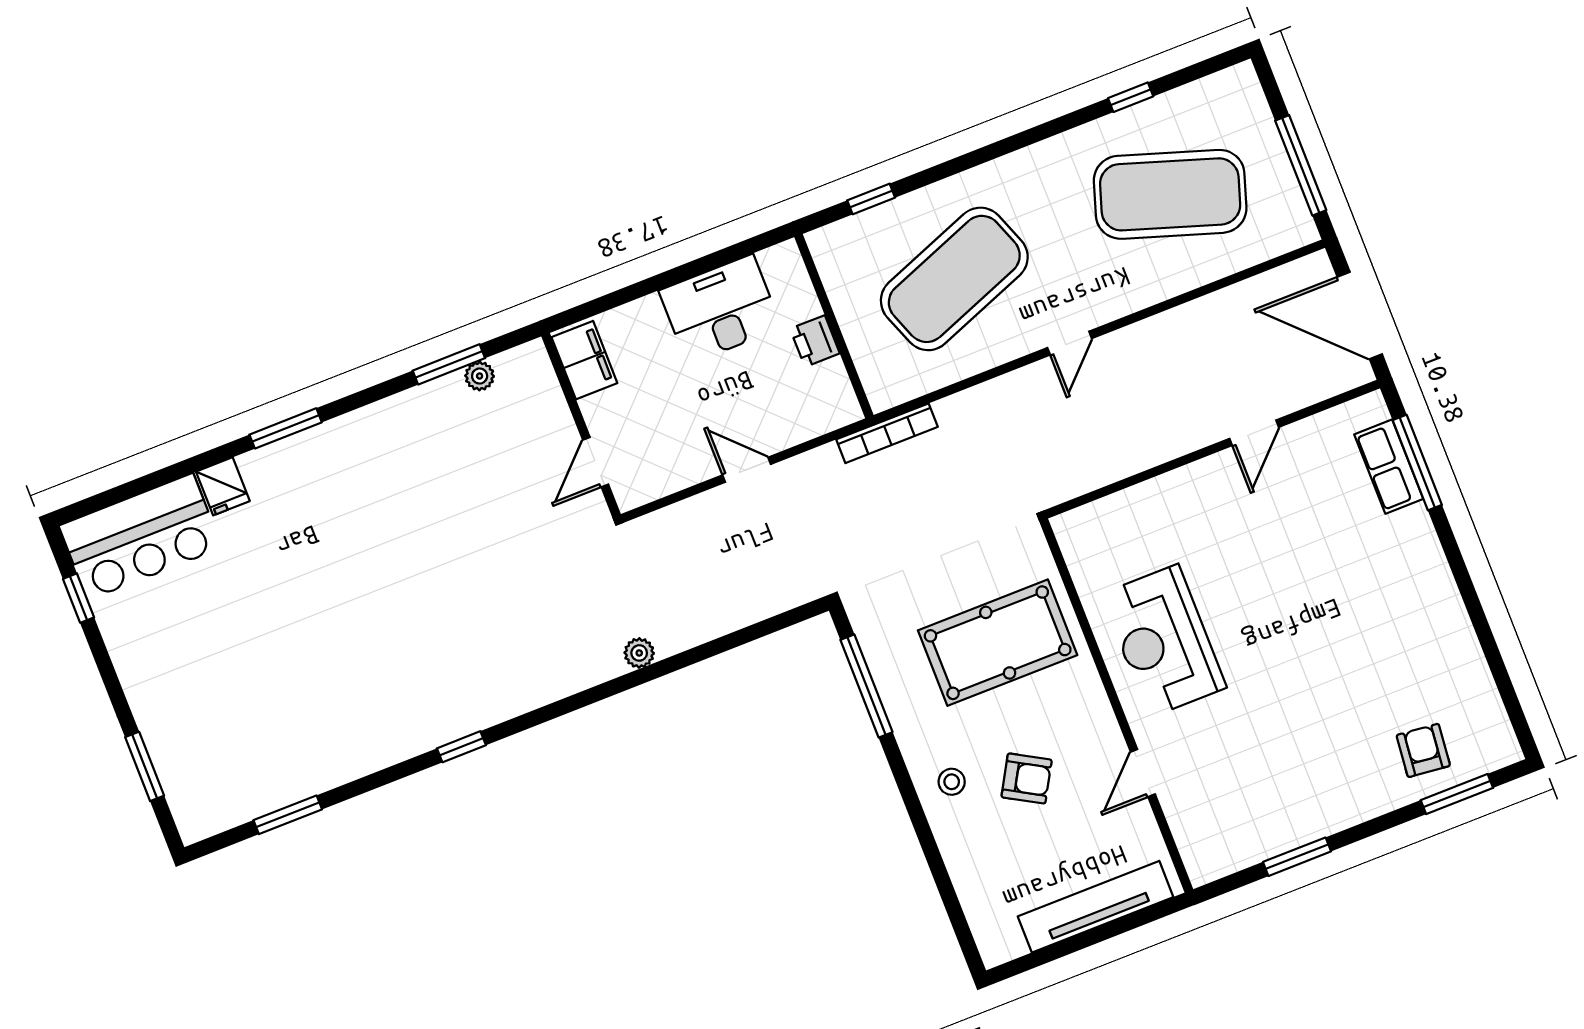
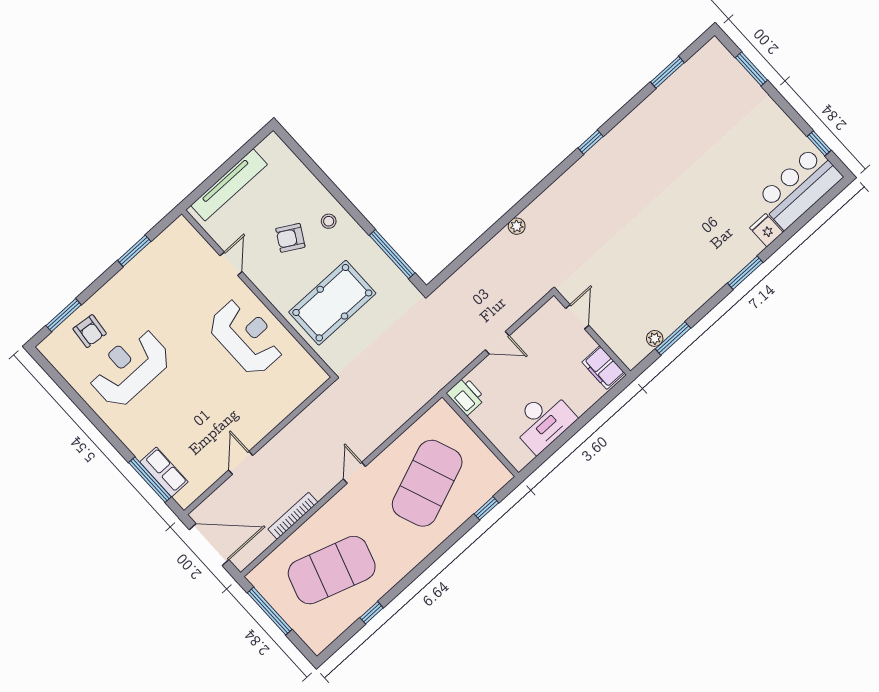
printer: (815, 341) -> (466, 396), moved, width x1.36, depth x1.24
bookcase: (887, 433) -> (293, 516), moved
reception desk: (1380, 664) -> (129, 368), added

